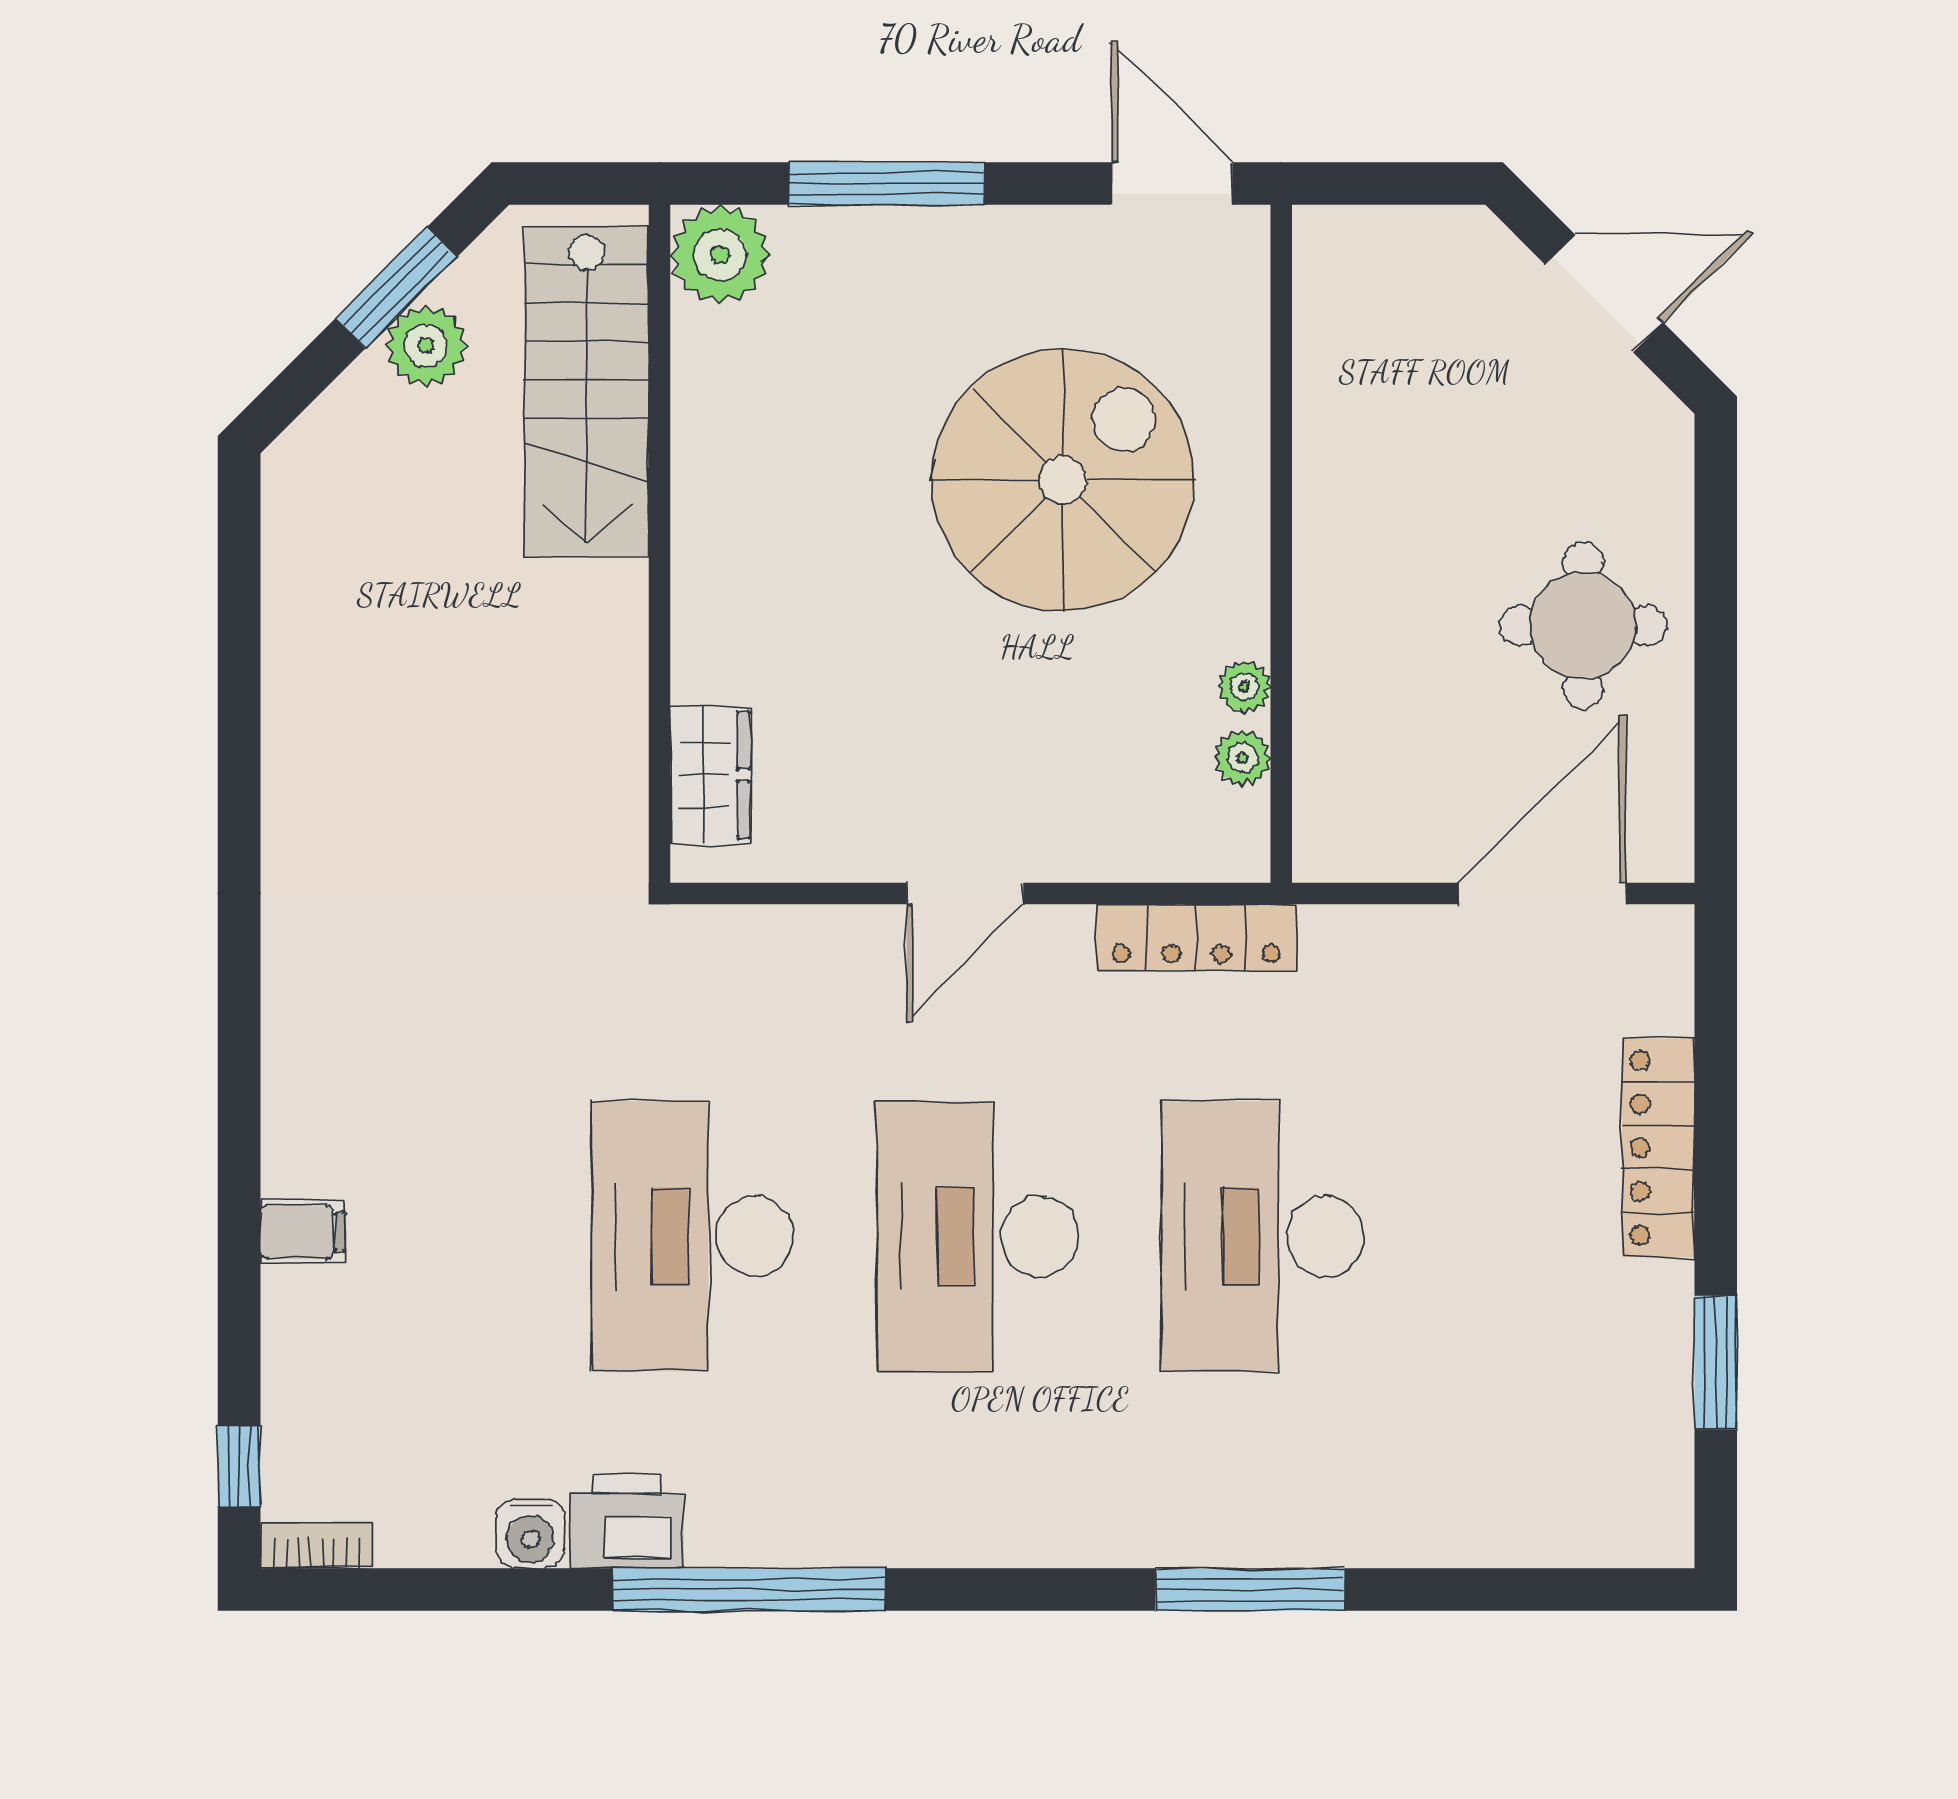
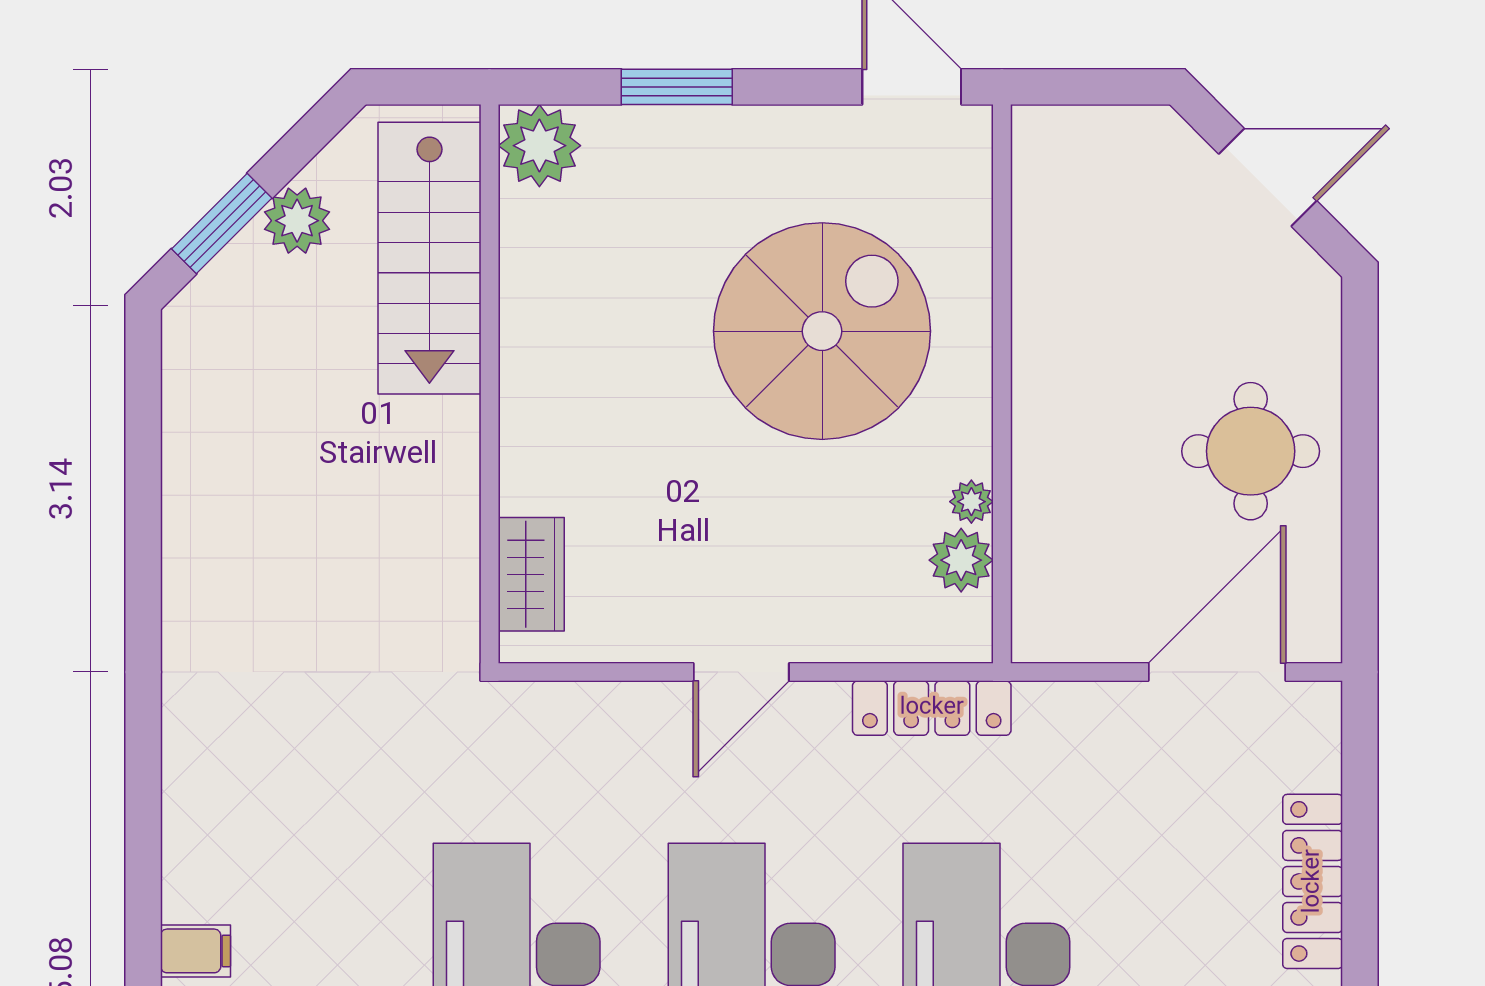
window: (887, 183) -> (677, 87), width x0.69
window: (396, 288) -> (222, 224), moved
plant: (1242, 758) -> (961, 560), width x1.38, depth x1.38

